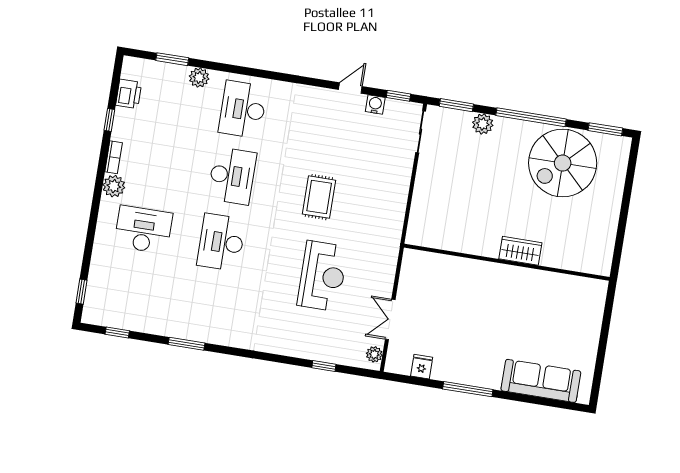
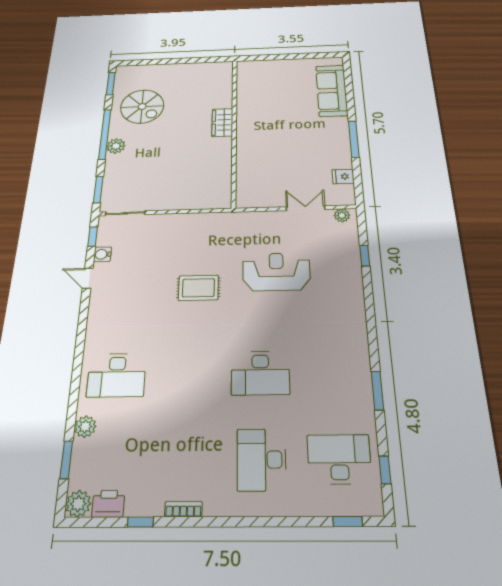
plant: (483, 124) -> (116, 146), moved
spiral stairs: (563, 163) -> (142, 106), width x0.73, depth x0.73
desk: (232, 176) -> (339, 459), moved
plant: (114, 186) -> (78, 504), moved
double door: (390, 319) -> (306, 208), swing flipped

